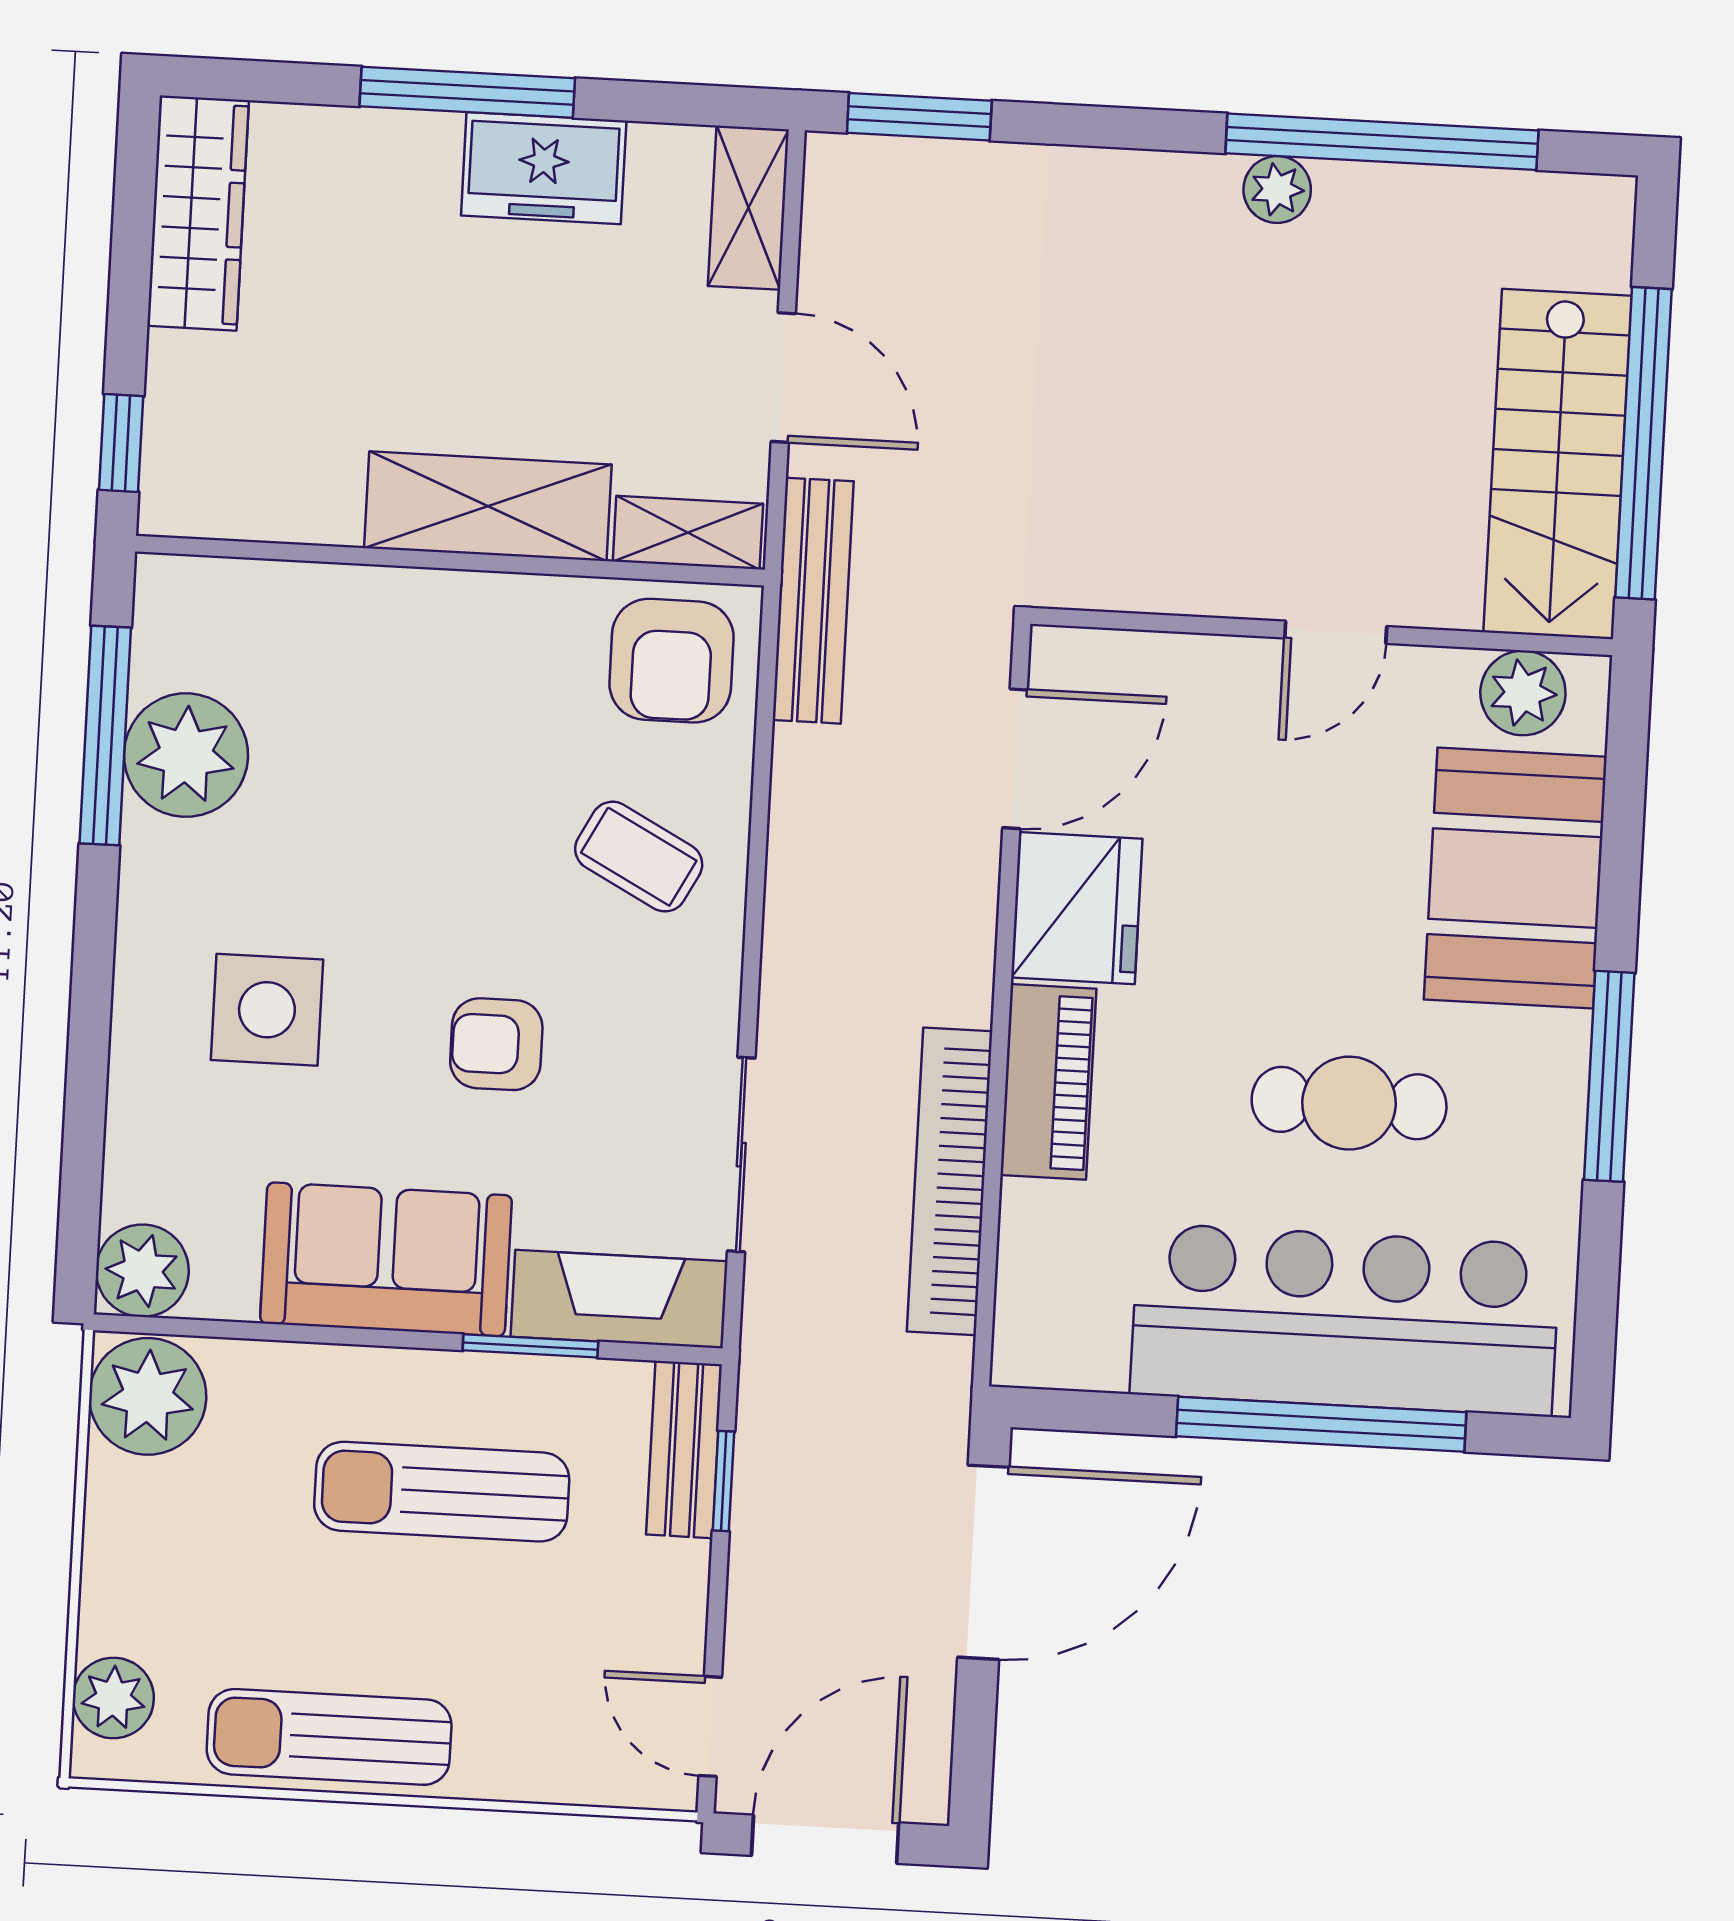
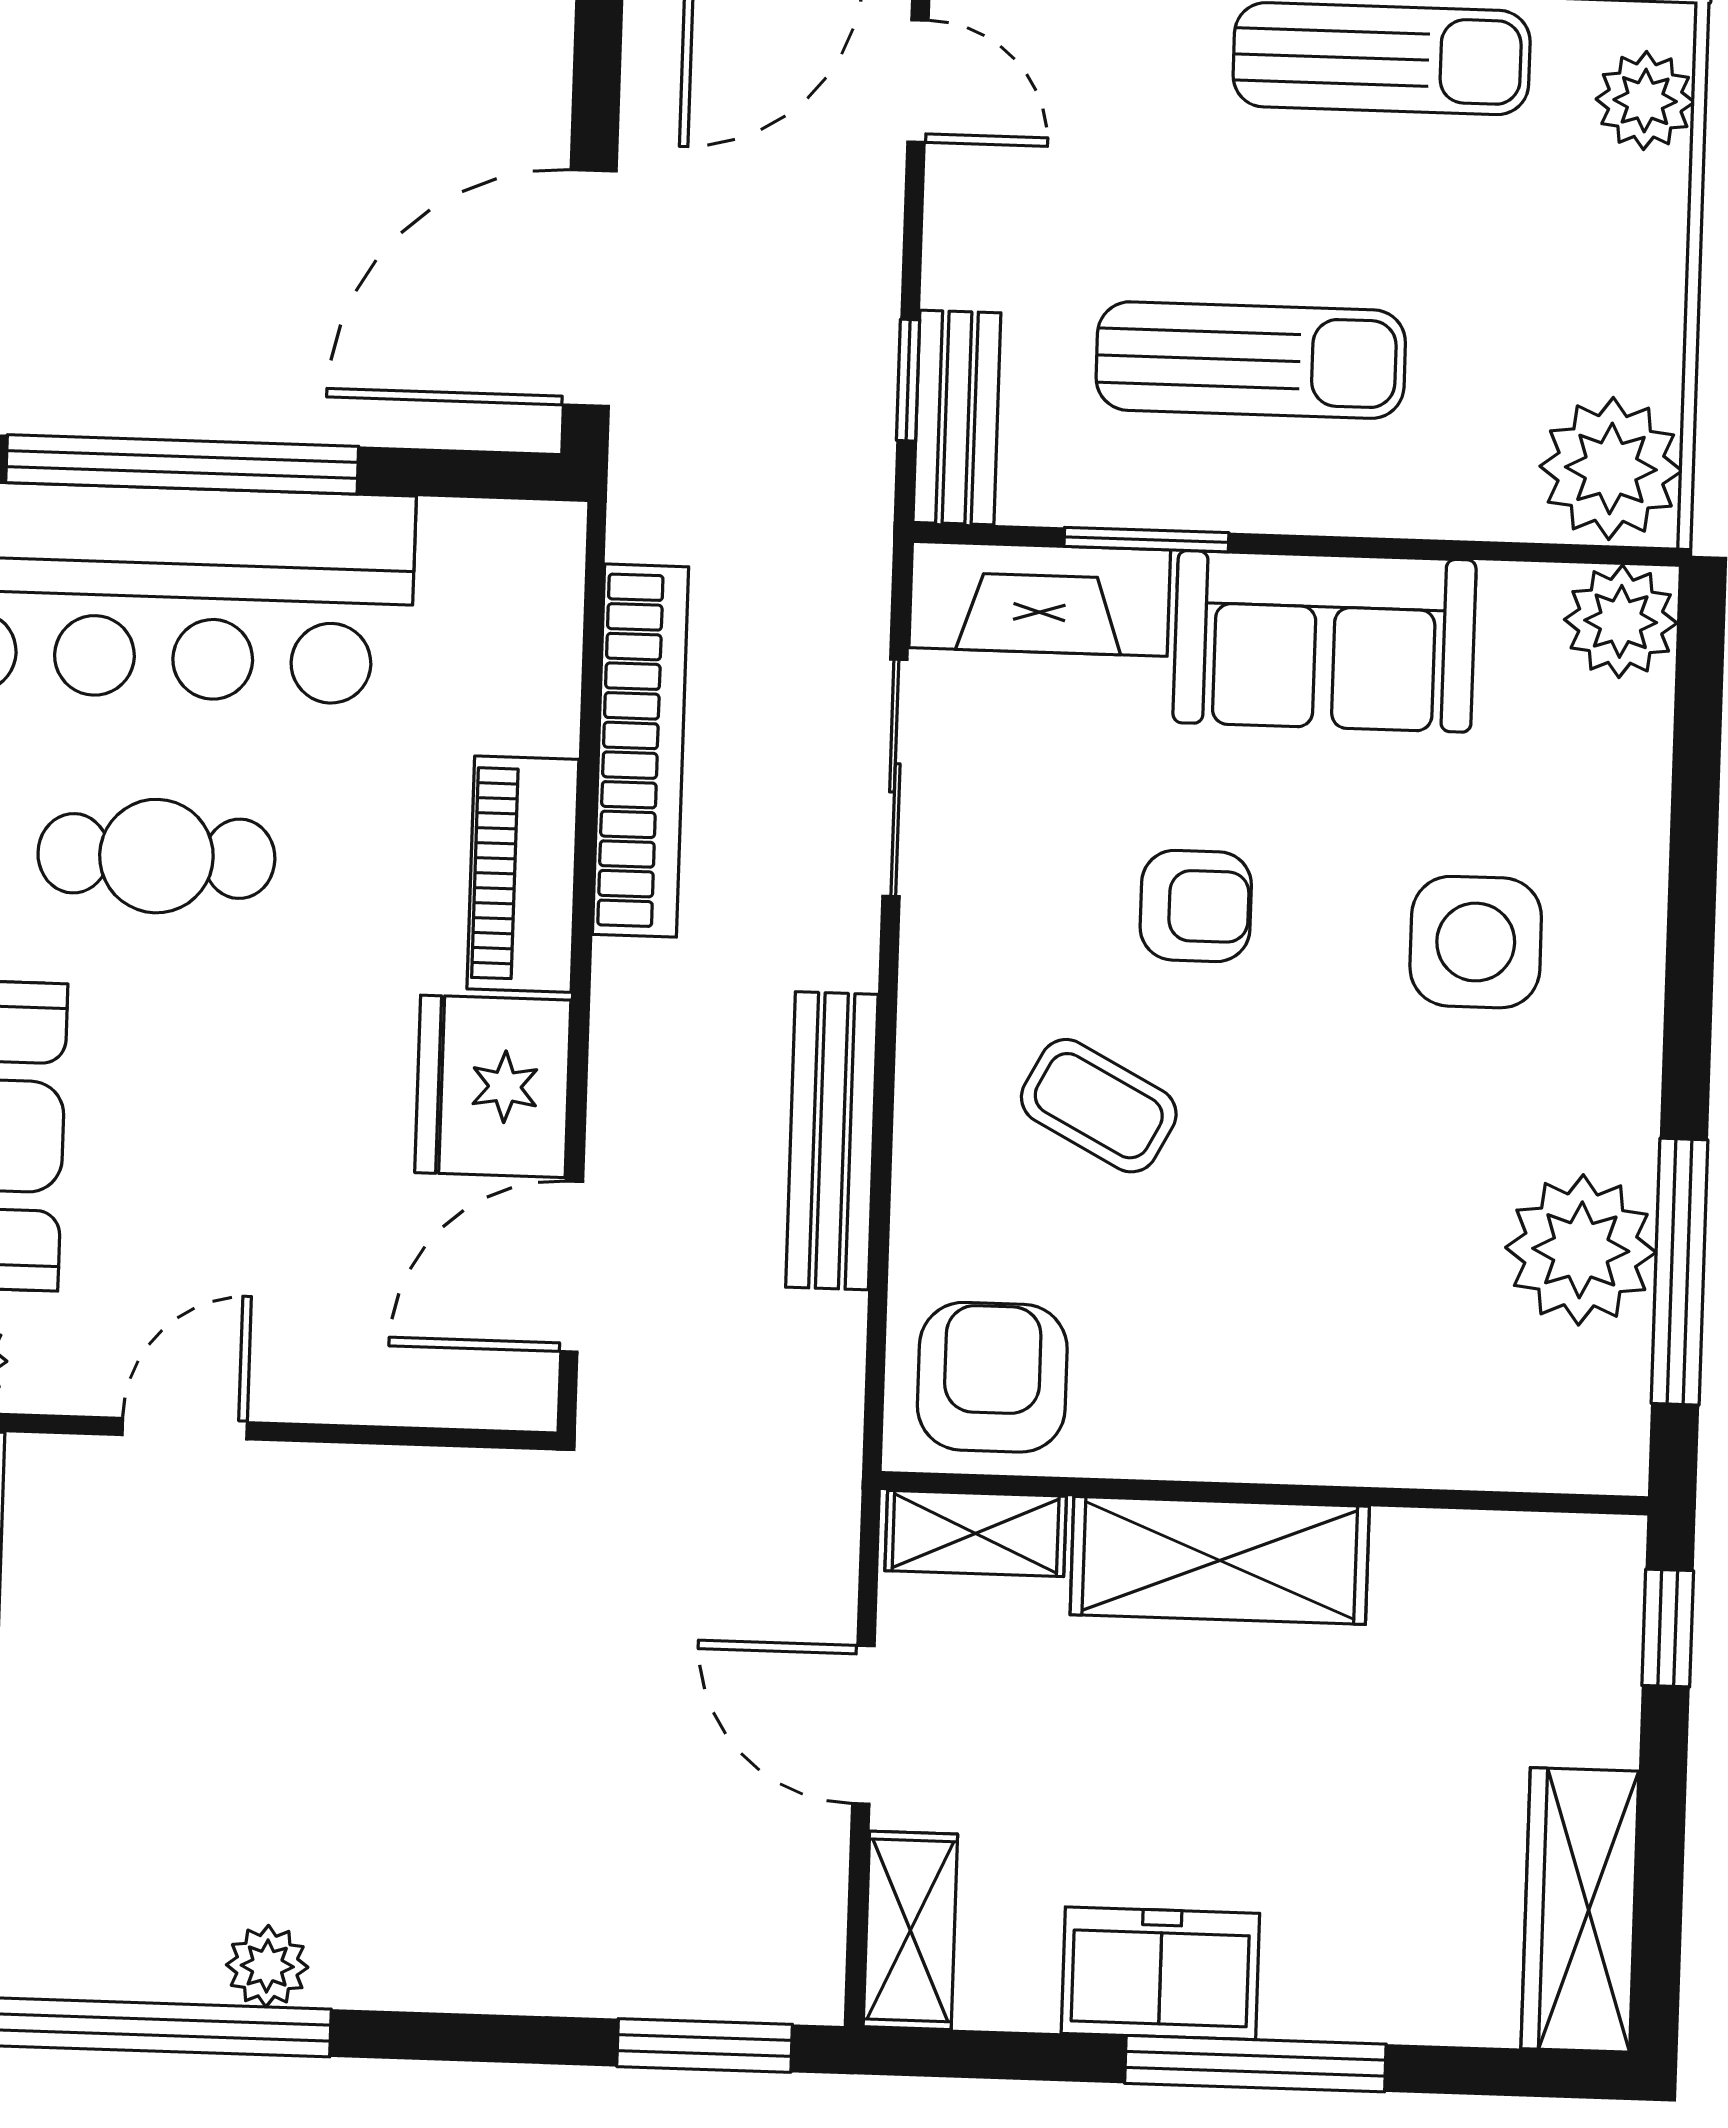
bench: (813, 601) -> (832, 1141), moved
coffee table: (639, 857) -> (1099, 1106), moved

